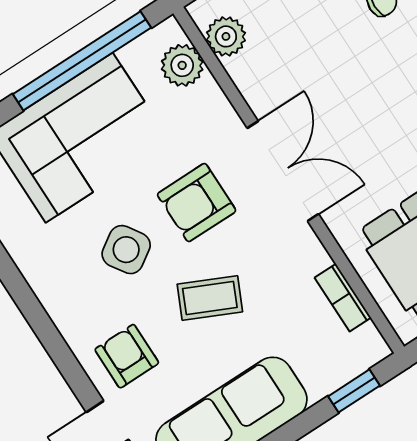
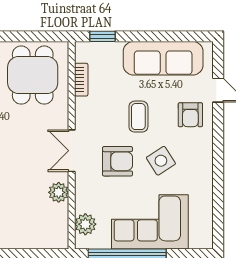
plant: (226, 36) -> (59, 192), moved
double door: (283, 171) -> (72, 151), width x0.73
coffee table: (210, 298) -> (138, 117), turned 65

